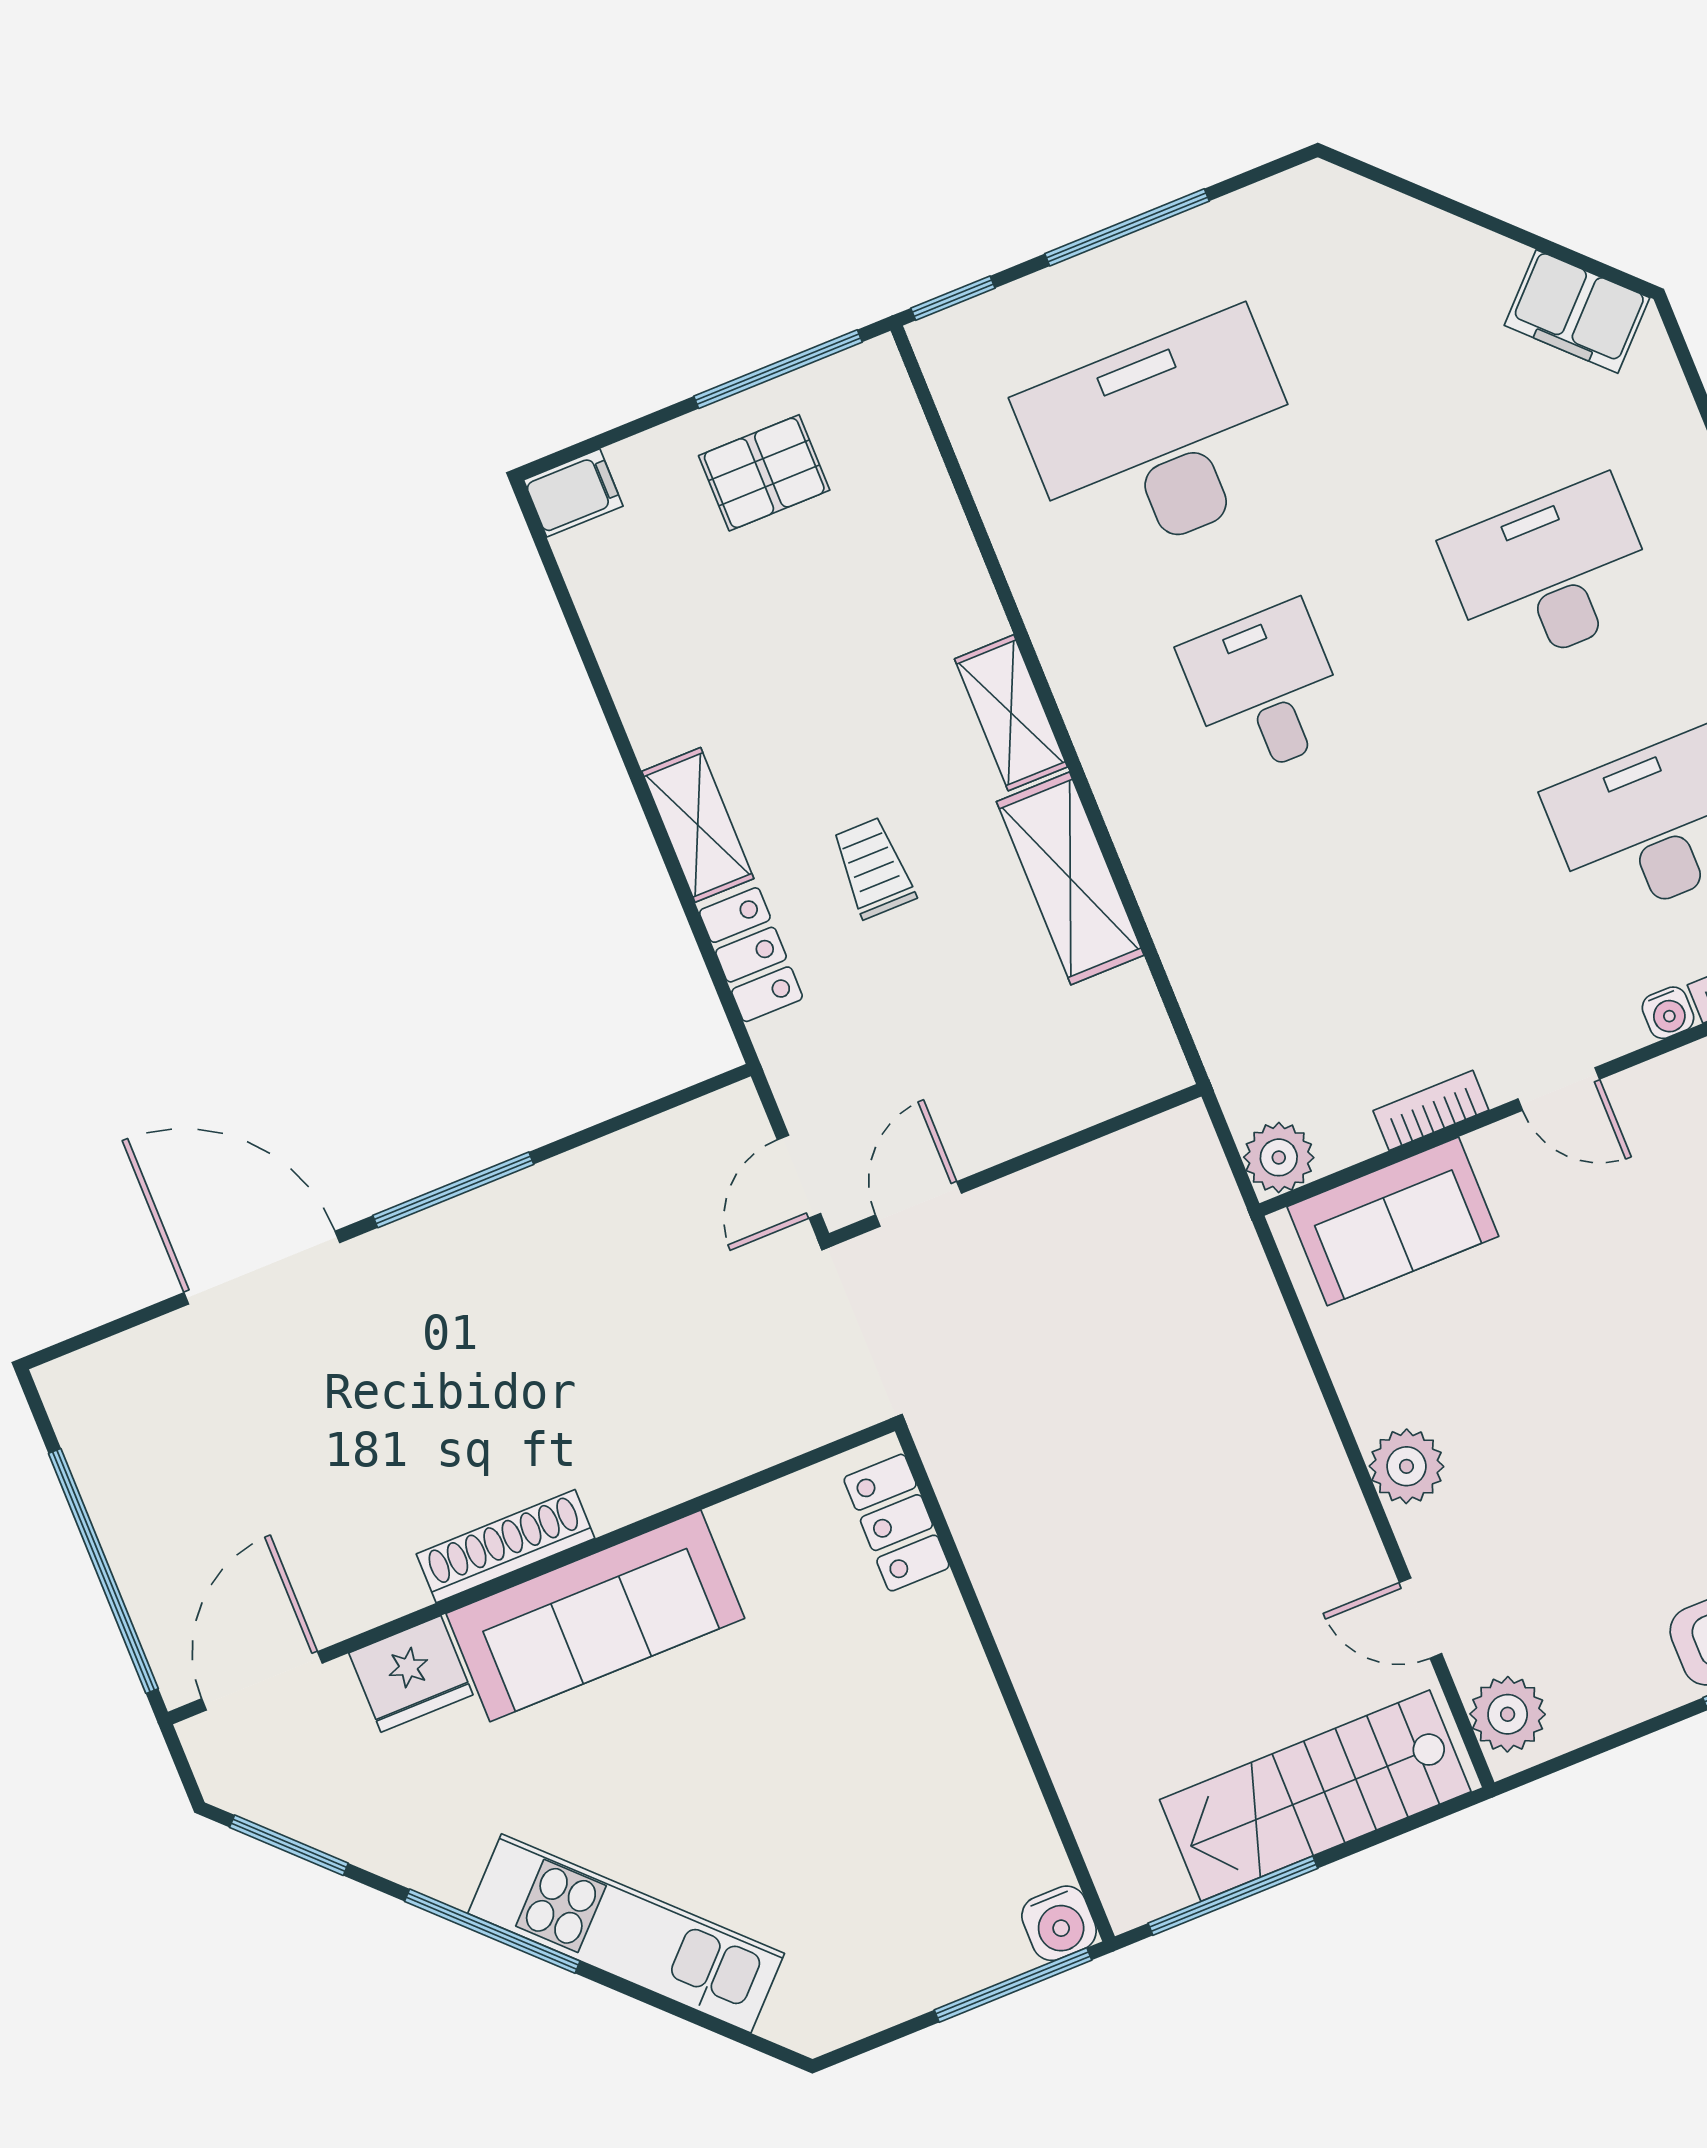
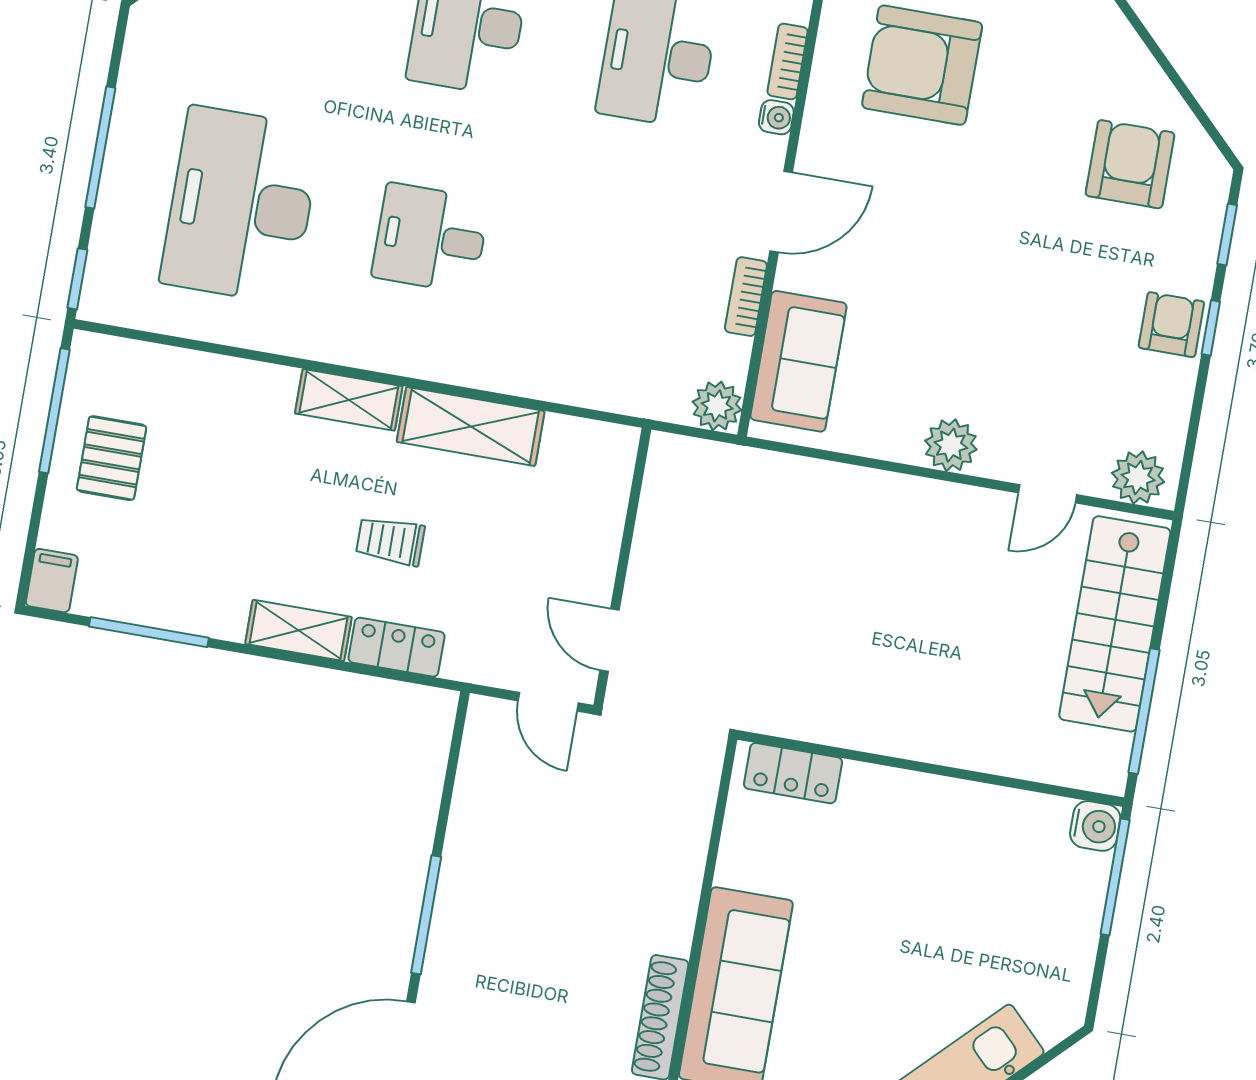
window: (584, 647) -> (149, 632), added
door: (1559, 1089) -> (781, 212), width x1.38

